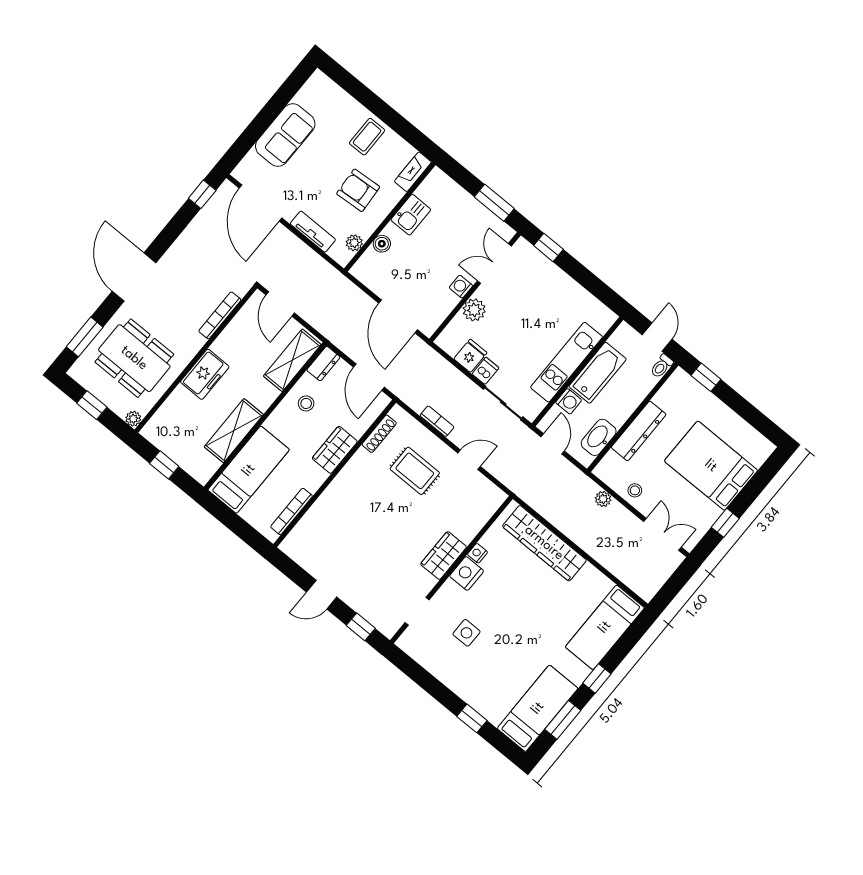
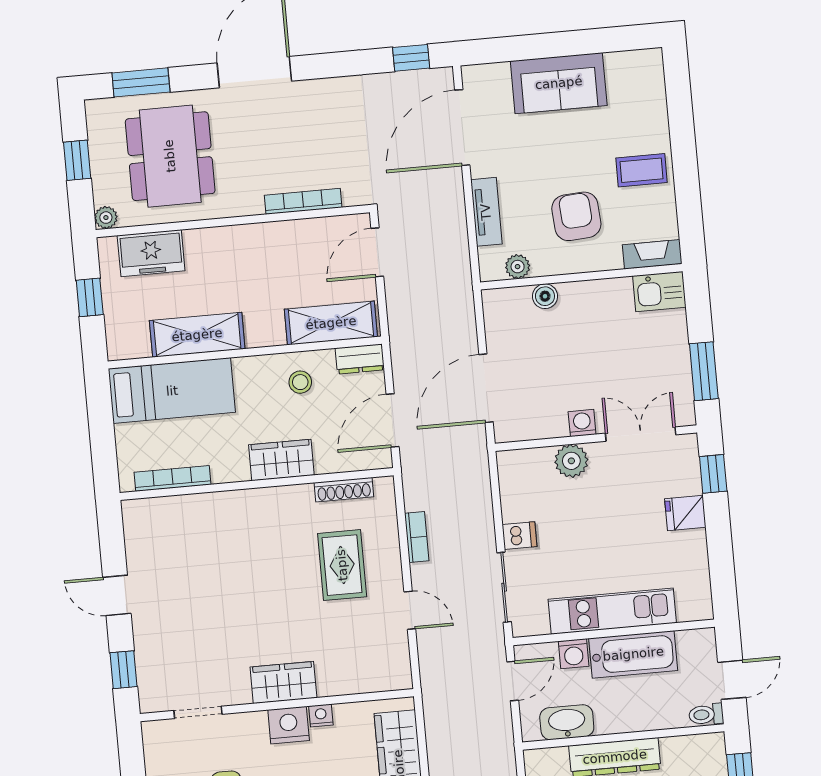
kitchen sink: (411, 215) -> (659, 292), moved
fridge: (470, 356) -> (685, 513), moved, turned 180
freezer: (205, 374) -> (151, 253), moved

